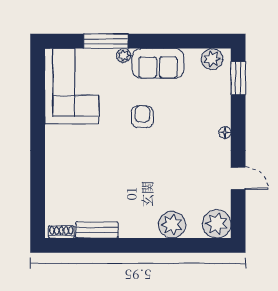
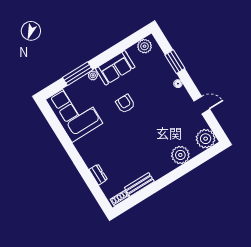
window: (238, 78) -> (175, 62), moved
dresser: (53, 185) -> (98, 175), added

